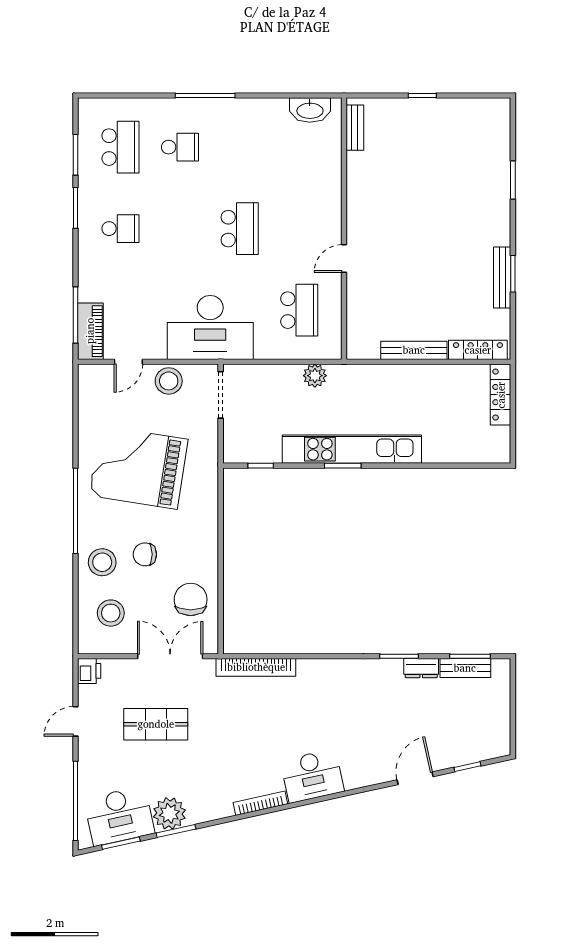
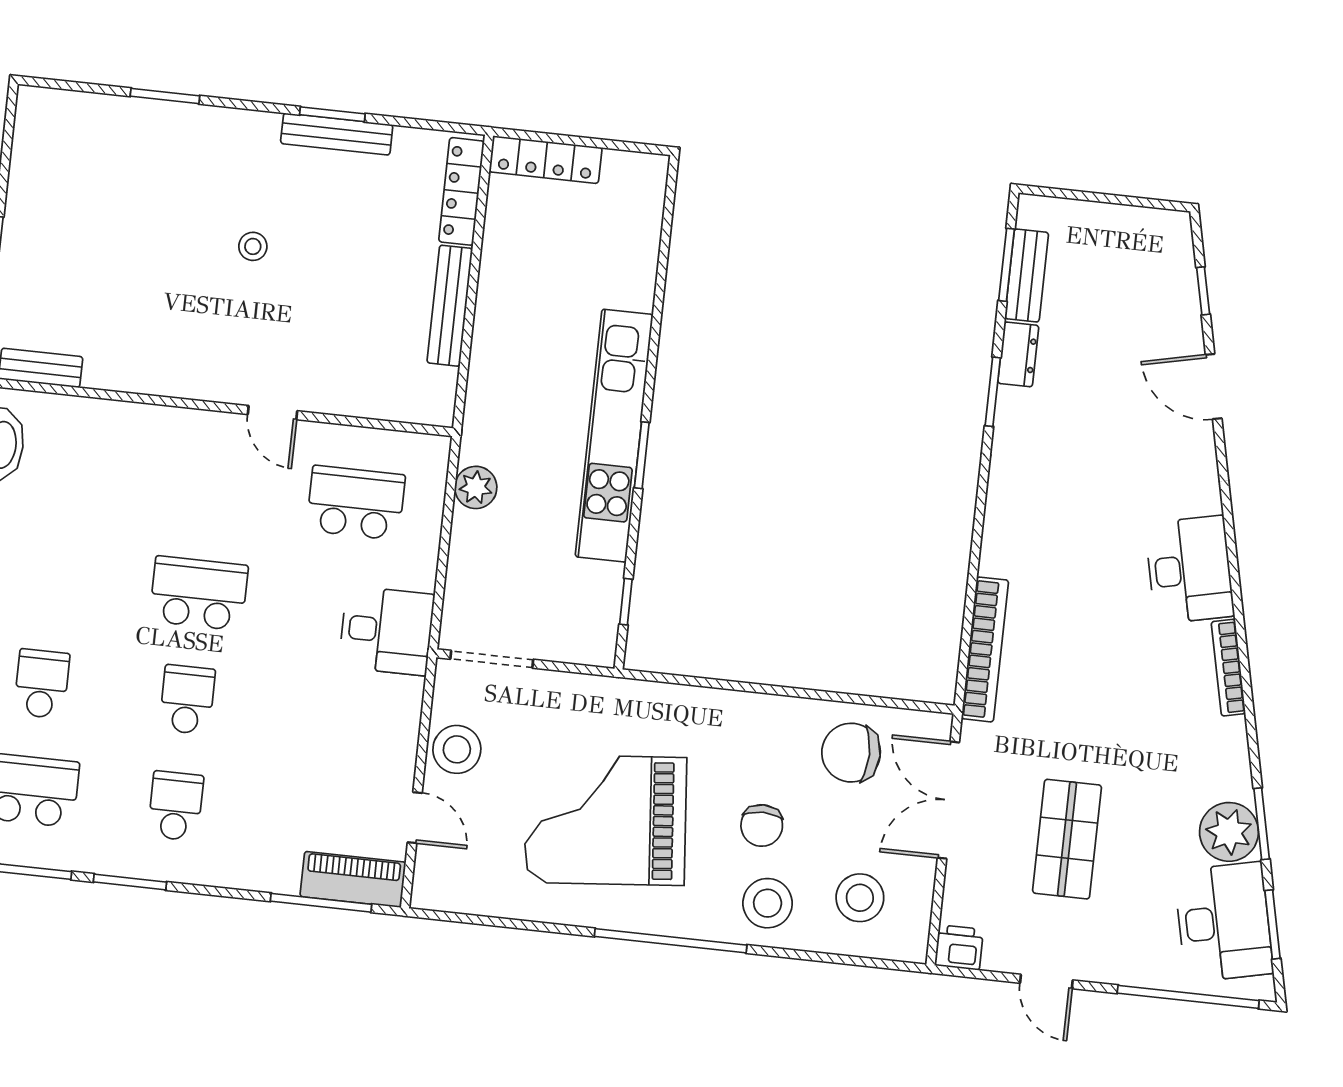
school desk: (180, 229) -> (187, 700), added
stool: (435, 238) -> (253, 246), added
desk: (210, 327) -> (387, 631), width x0.53, depth x0.77
grand piano: (139, 467) -> (605, 820), turned 76

